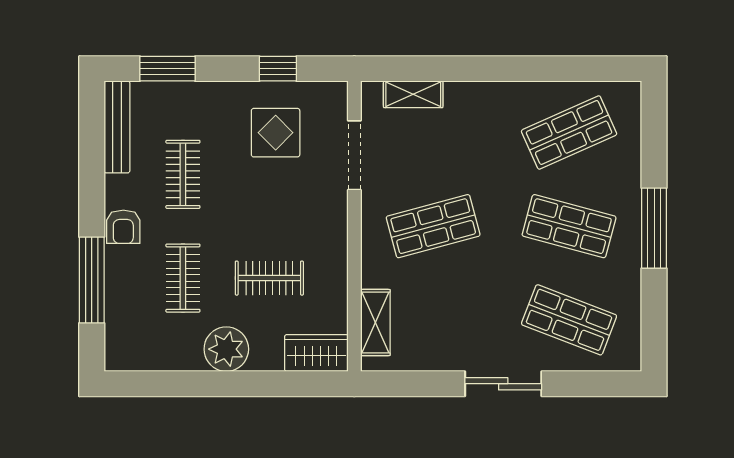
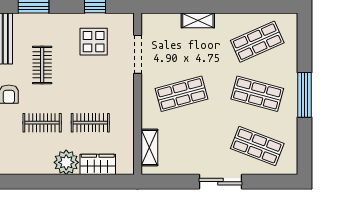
shelving: (413, 94) -> (198, 20), moved
clothes rail: (183, 278) -> (42, 123), turned 90
wardrobe: (316, 353) -> (98, 164), moved

